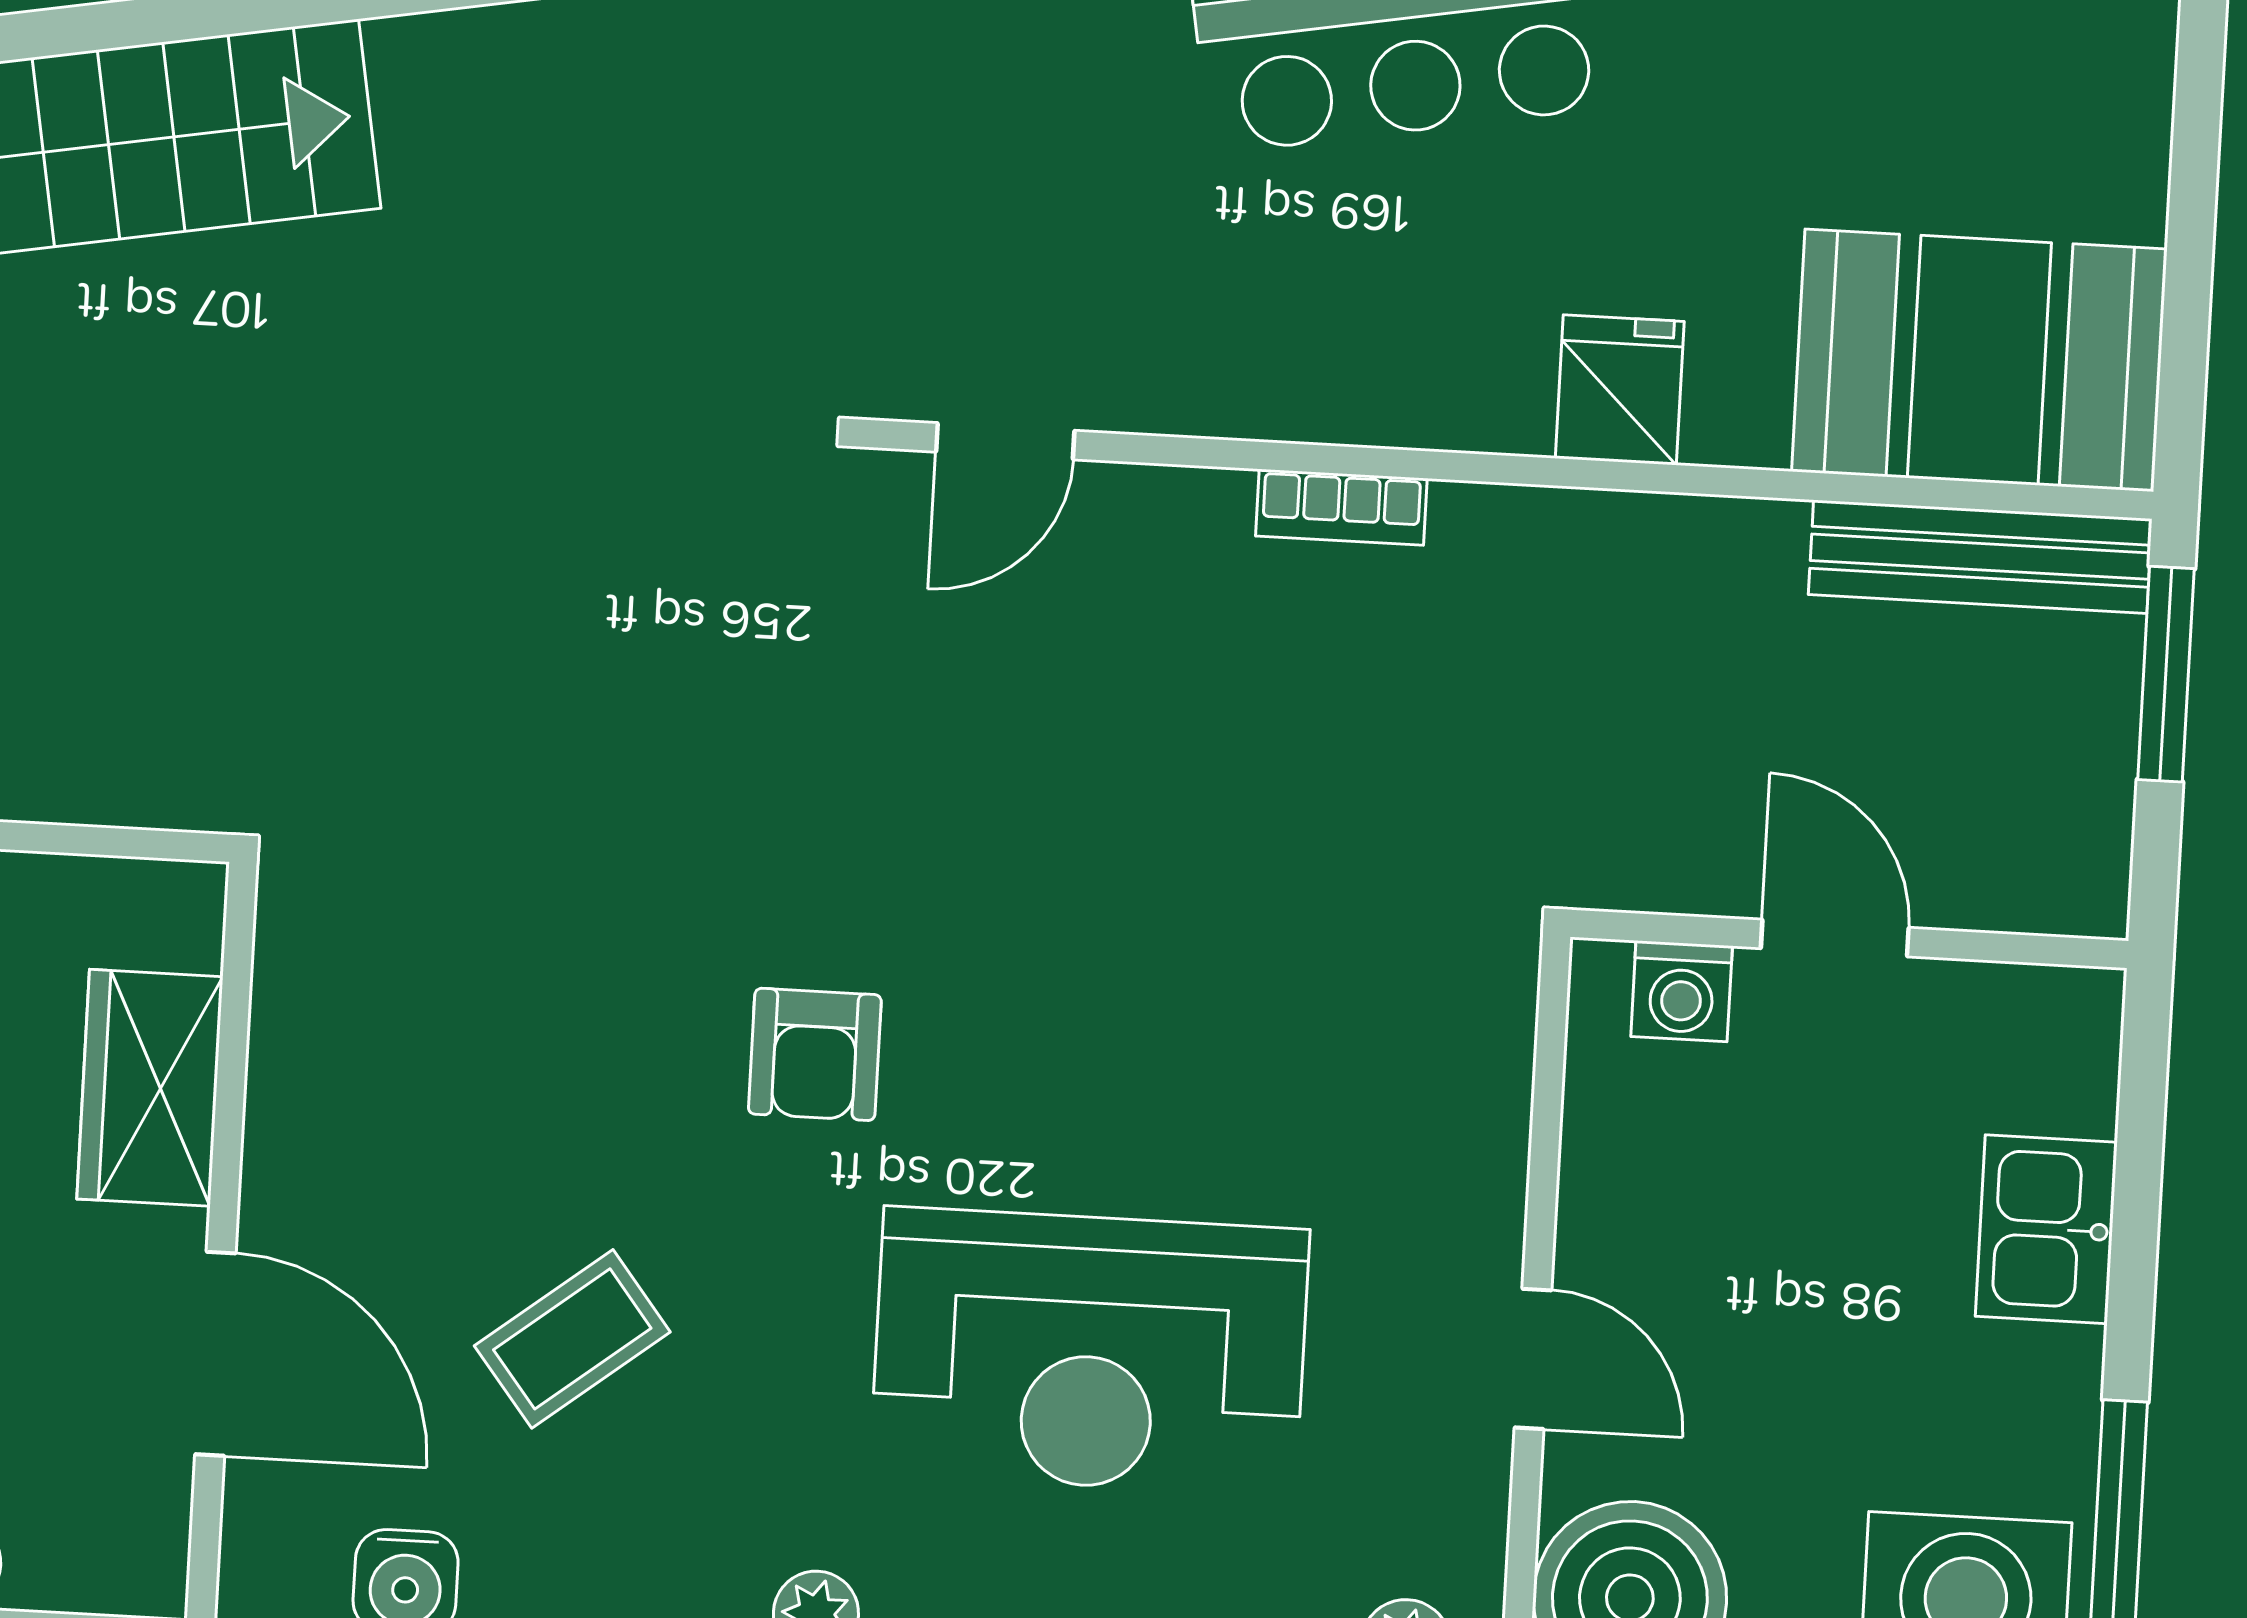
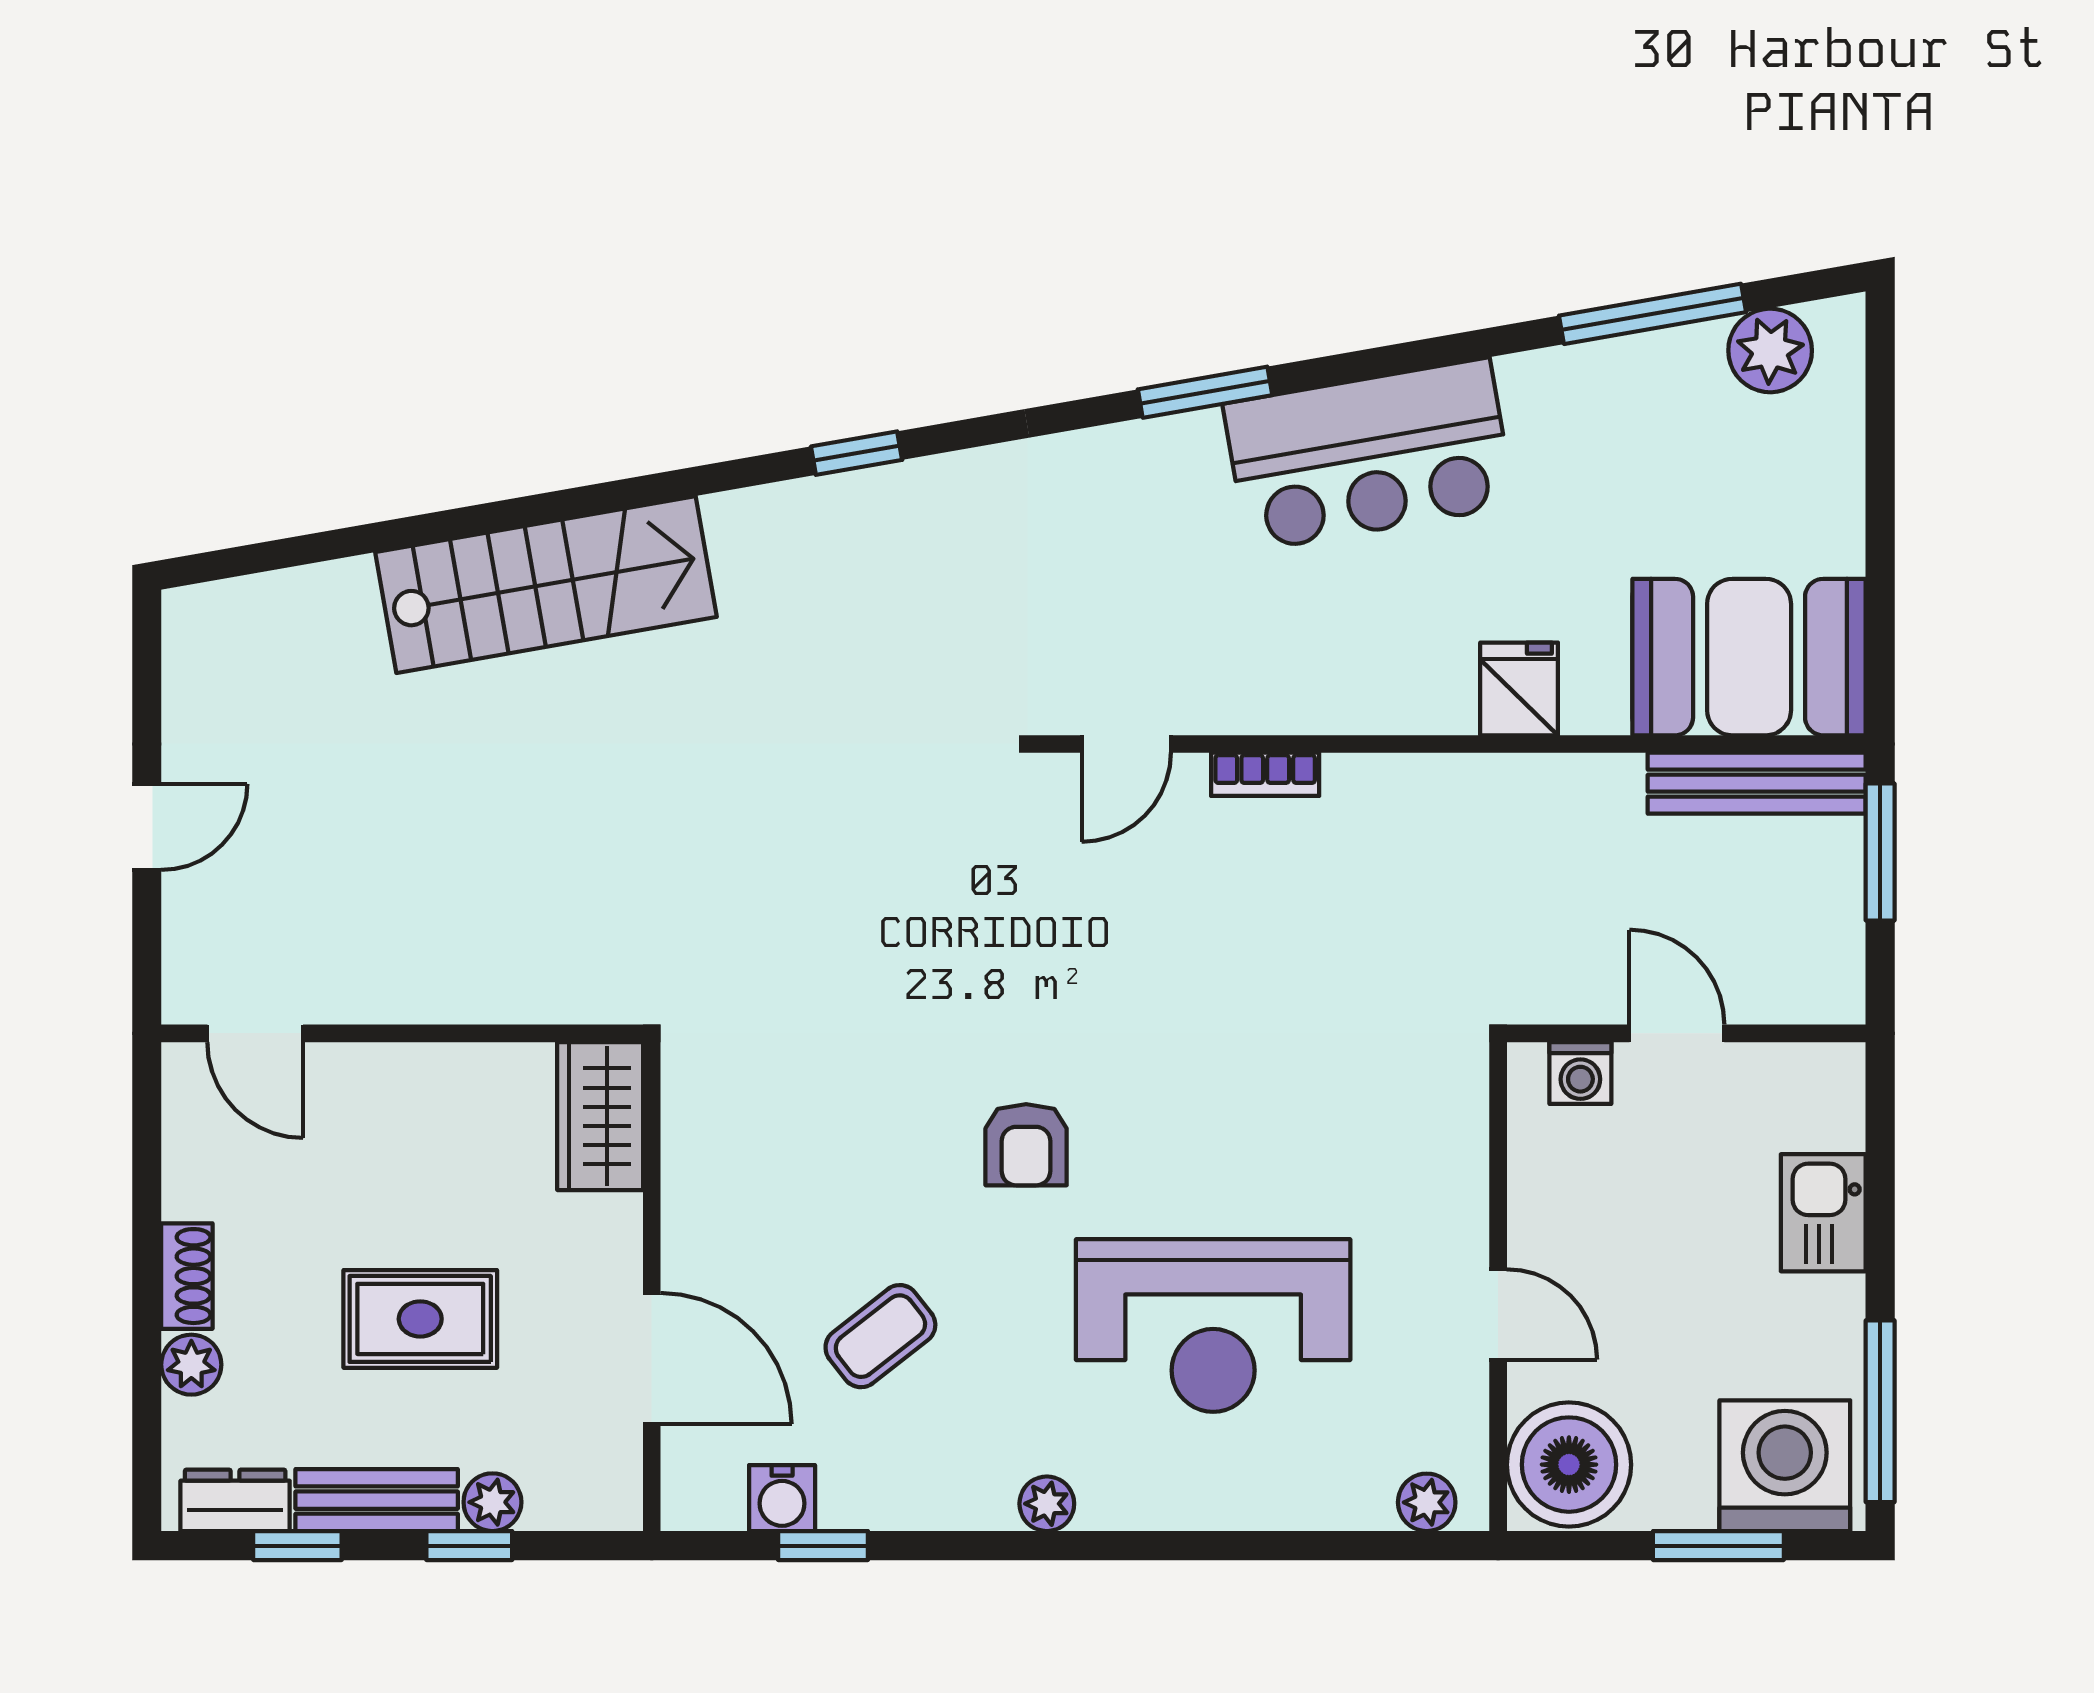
bookcase: (1341, 507) -> (1265, 774), moved
wardrobe: (150, 1088) -> (600, 1116), moved

